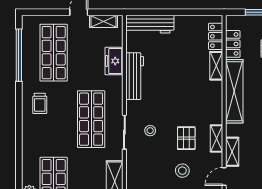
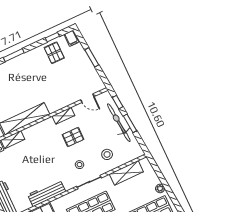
shelving: (232, 152) -> (68, 101), removed
stool: (182, 171) -> (107, 154), moved

